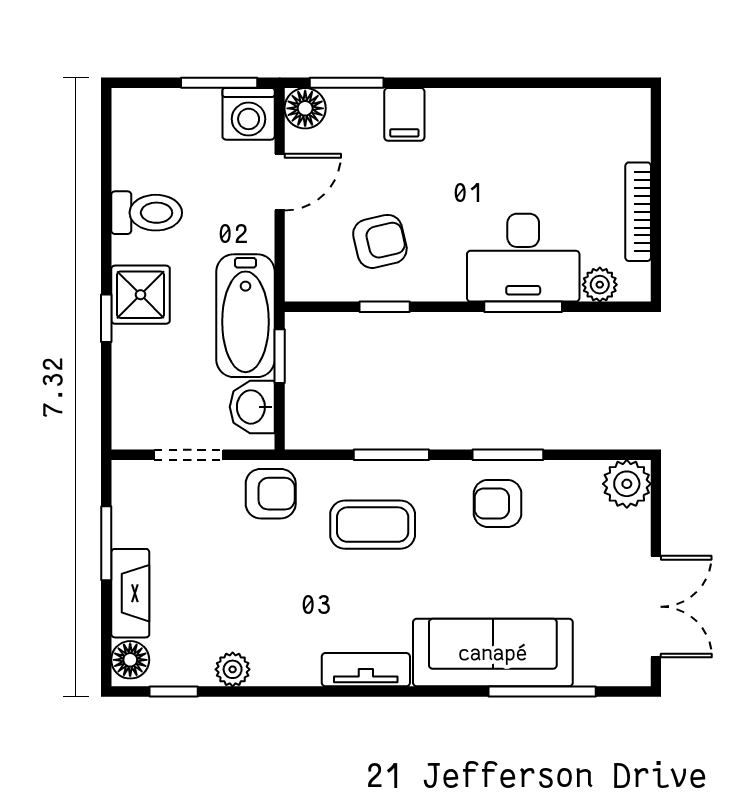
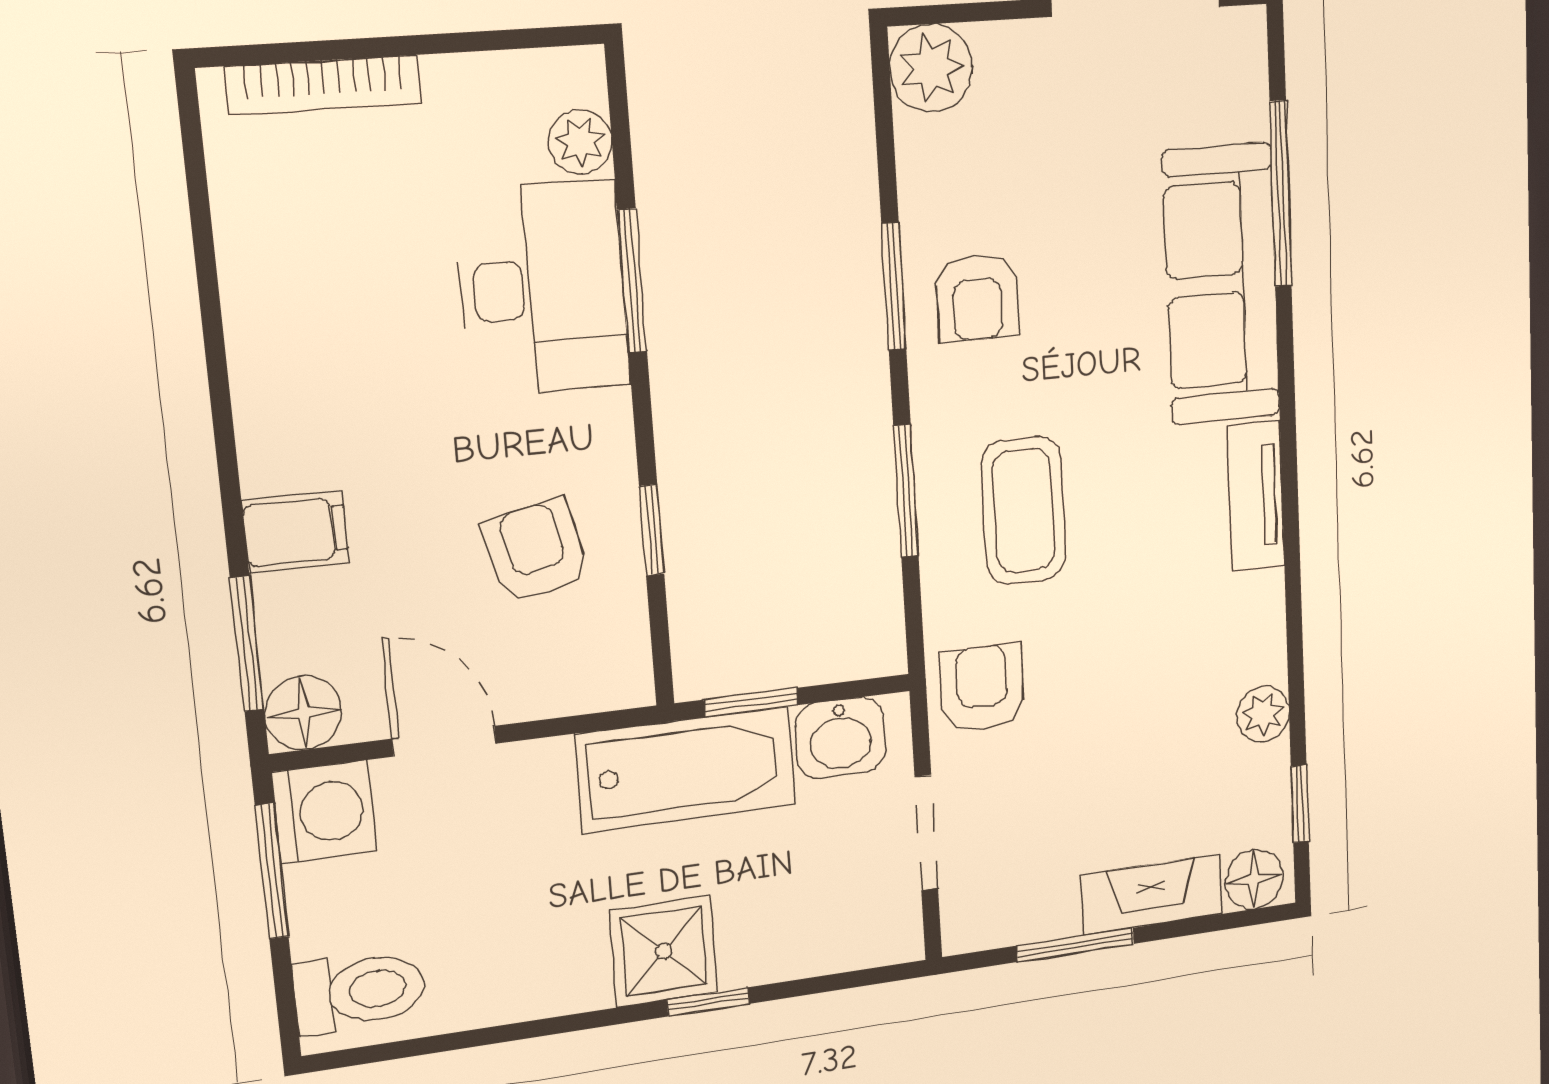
bookcase: (638, 212) -> (324, 85), moved
toilet: (147, 213) -> (360, 991), moved, turned 90

